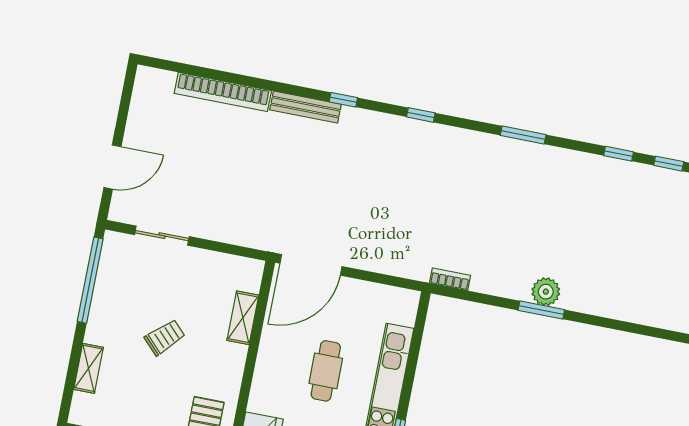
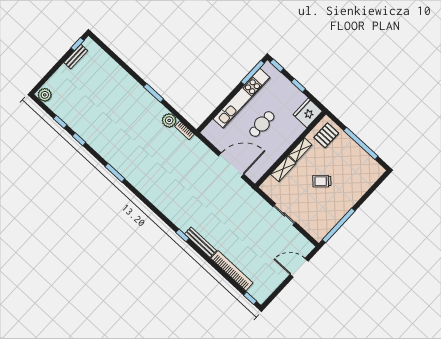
window: (421, 115) -> (250, 298), moved
sliding door: (162, 236) -> (284, 214), moved
door: (311, 265) -> (231, 165), moved
plant: (546, 292) -> (169, 120), moved
shelving: (89, 368) -> (300, 150), moved

